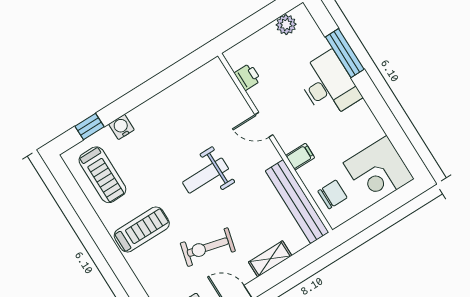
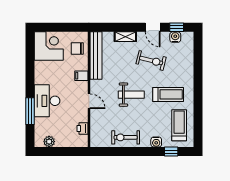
exercise bike: (173, 105) -> (126, 137), added
treadmill: (142, 229) -> (168, 94), moved, turned 180

